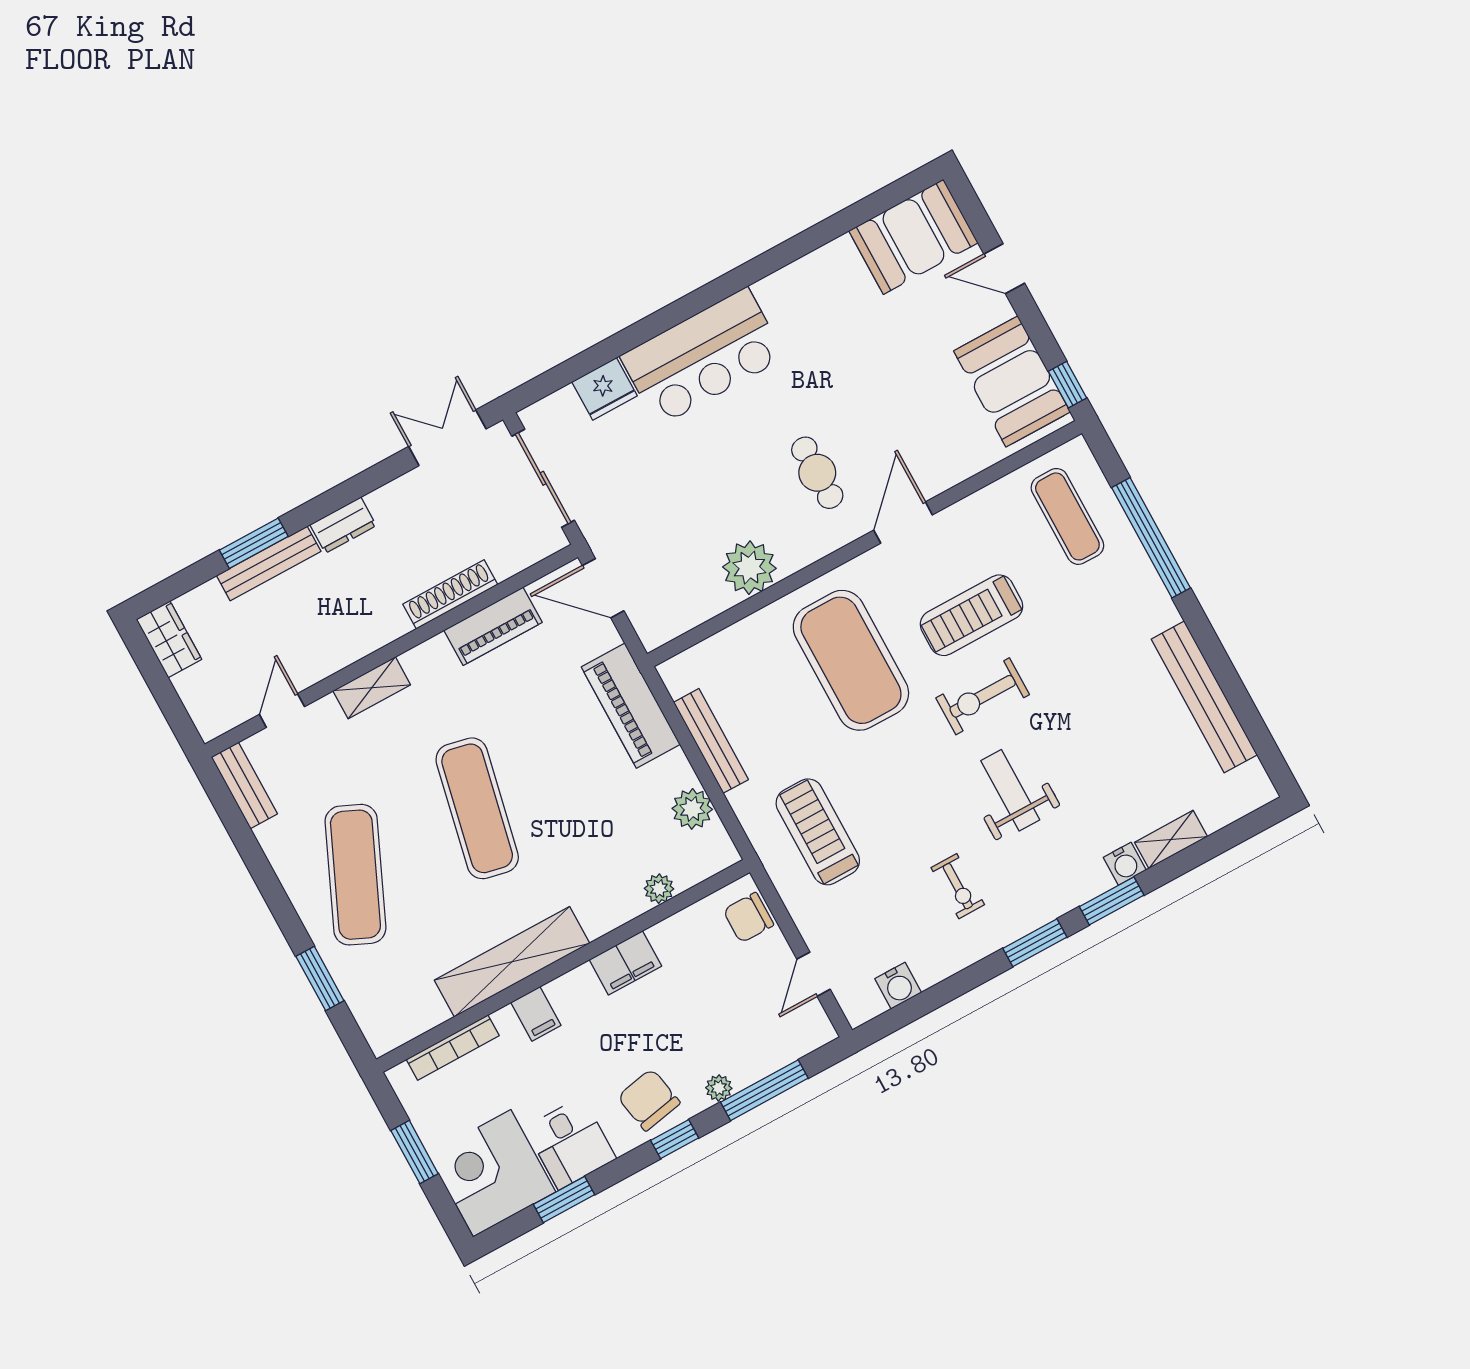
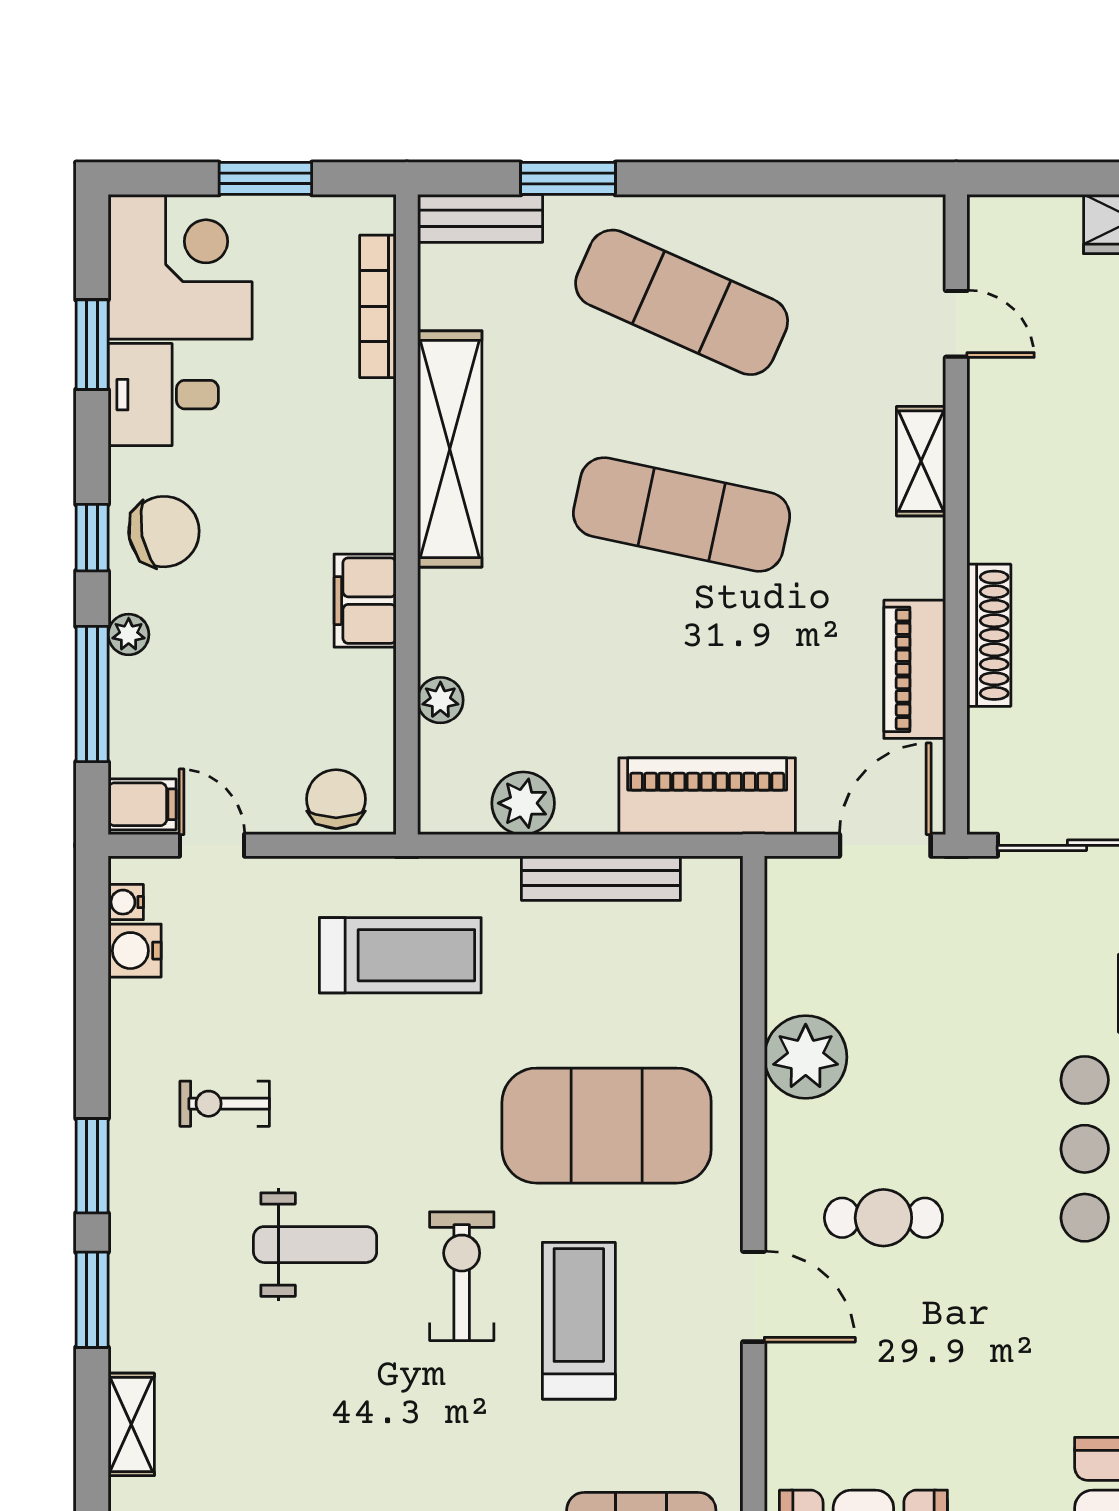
bench: (244, 785) -> (480, 218), moved
water cooler: (1125, 864) -> (126, 902), moved, width x0.72, depth x0.72
filing cabinet: (536, 1014) -> (142, 804), moved, turned 180

